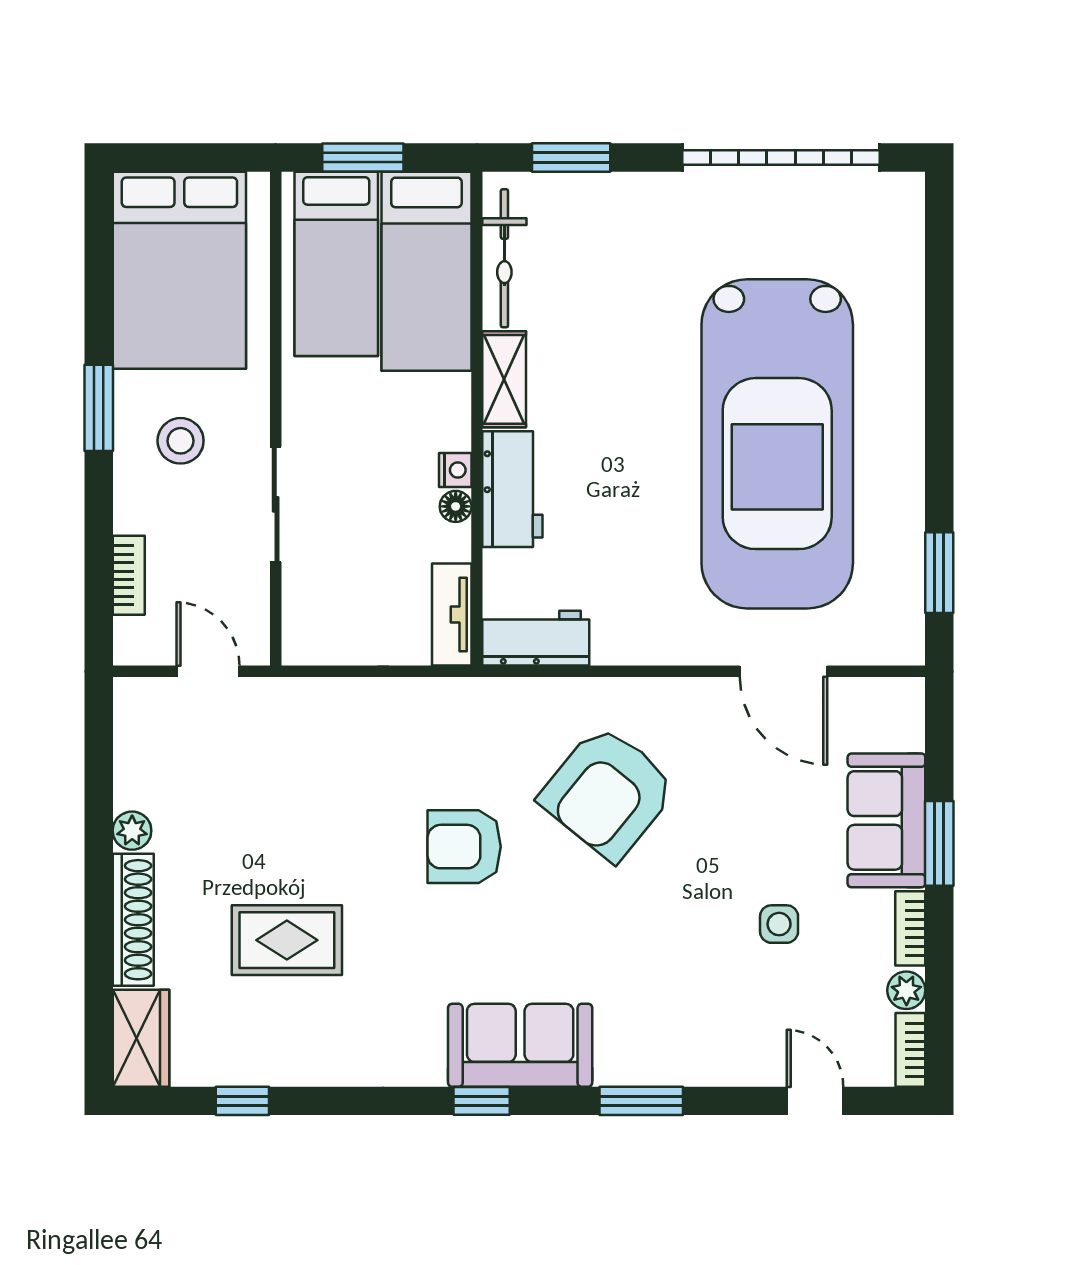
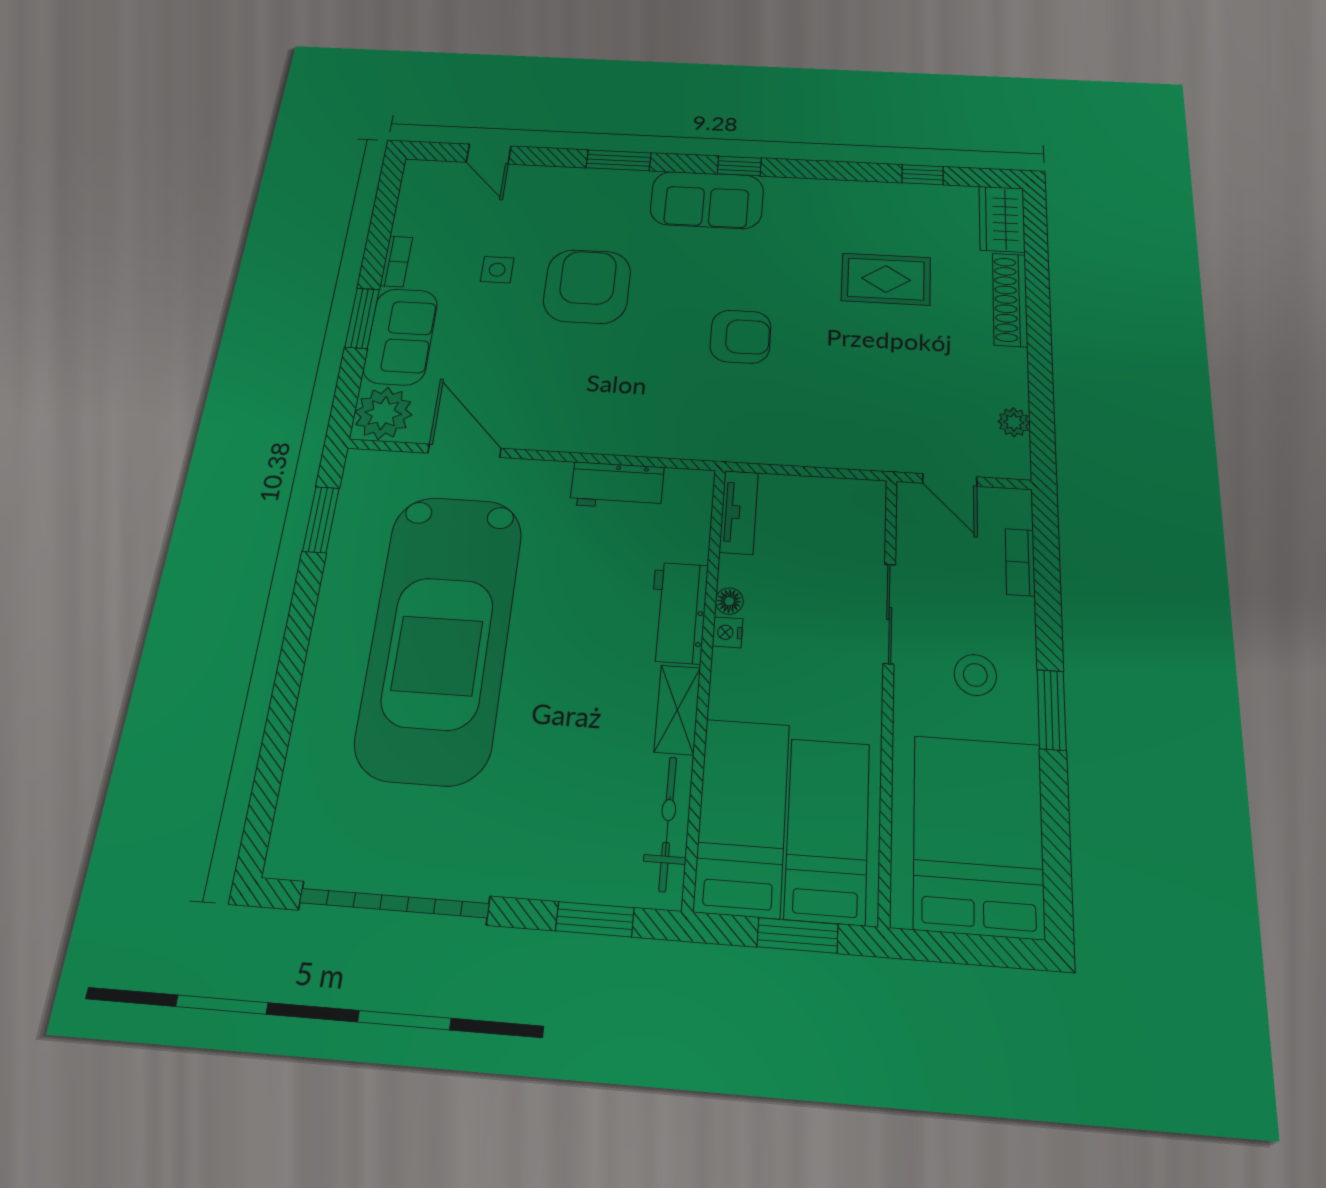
car: (777, 444) -> (440, 636), turned 180
workbench: (536, 638) -> (617, 486), moved
armchair: (608, 793) -> (587, 286), moved, turned -39
plant: (132, 831) -> (1014, 422), moved
plant: (906, 990) -> (383, 413), moved, width x1.88, depth x1.88
bookcase: (910, 1050) -> (412, 183), removed

